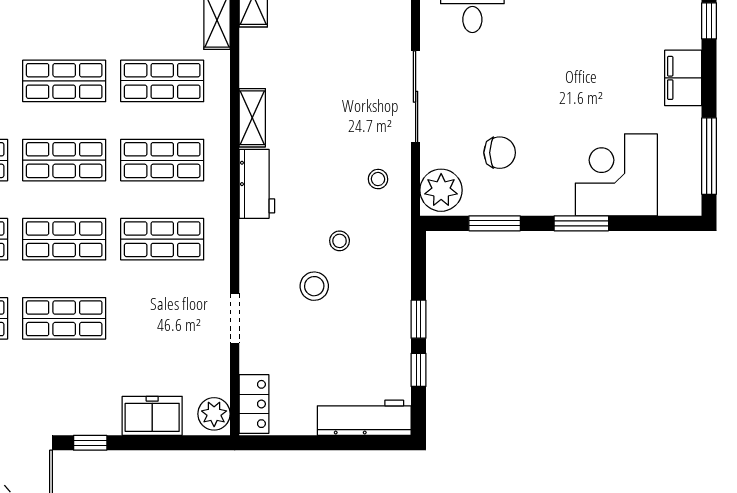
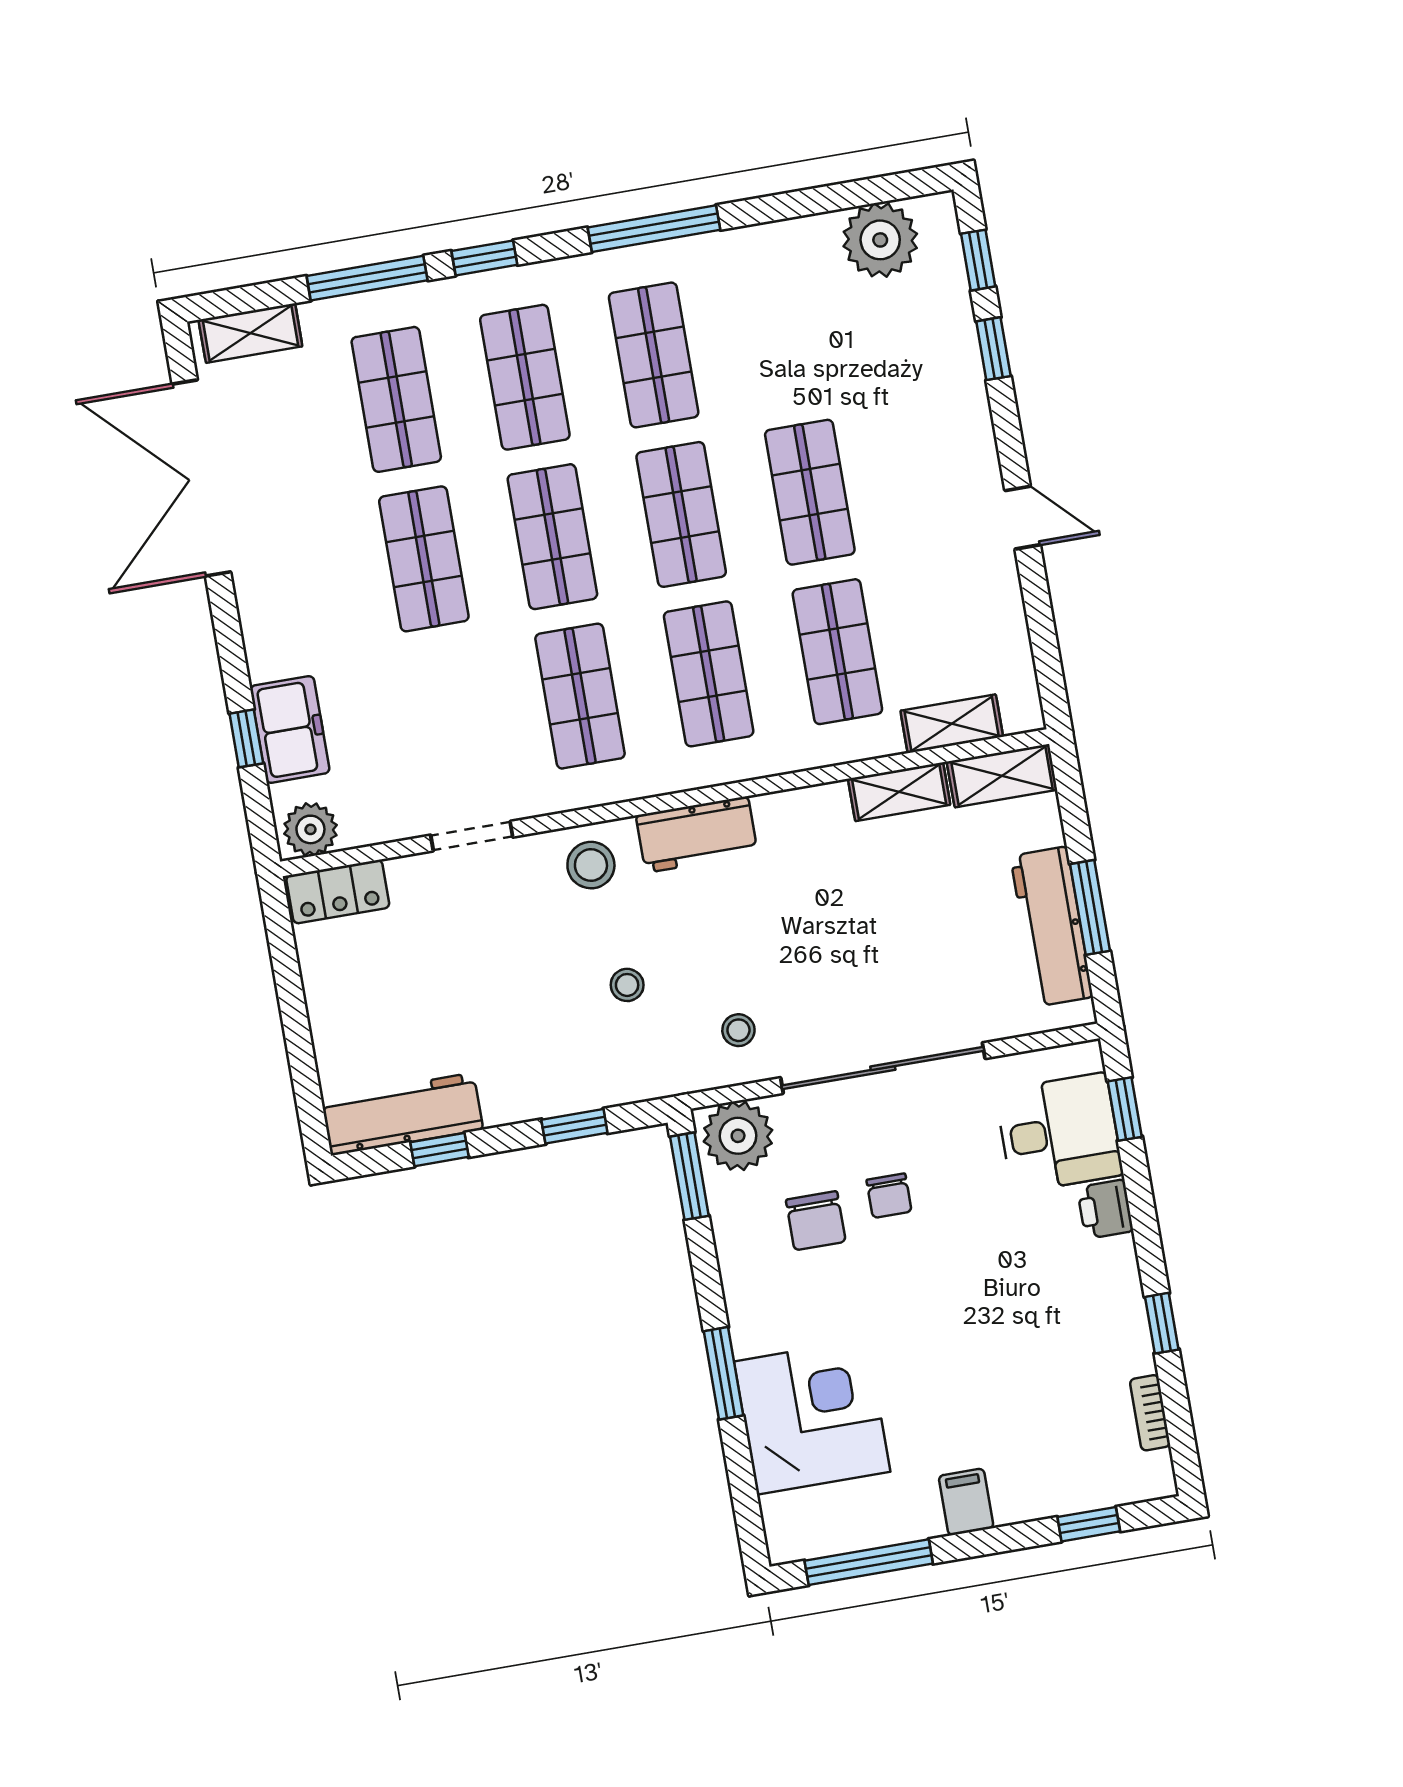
filing cabinet: (683, 78) -> (966, 1502), width x0.50
sliding door: (416, 97) -> (883, 1068), width x1.36
chair: (492, 106) -> (889, 1196), added
shelving: (252, 118) -> (899, 792), moved
window: (495, 223) -> (689, 1176), moved
stool: (314, 286) -> (591, 865), moved
window: (418, 319) -> (574, 1126), moved
workbench: (364, 418) -> (402, 1114), moved, turned -90
window: (90, 443) -> (246, 738), moved

